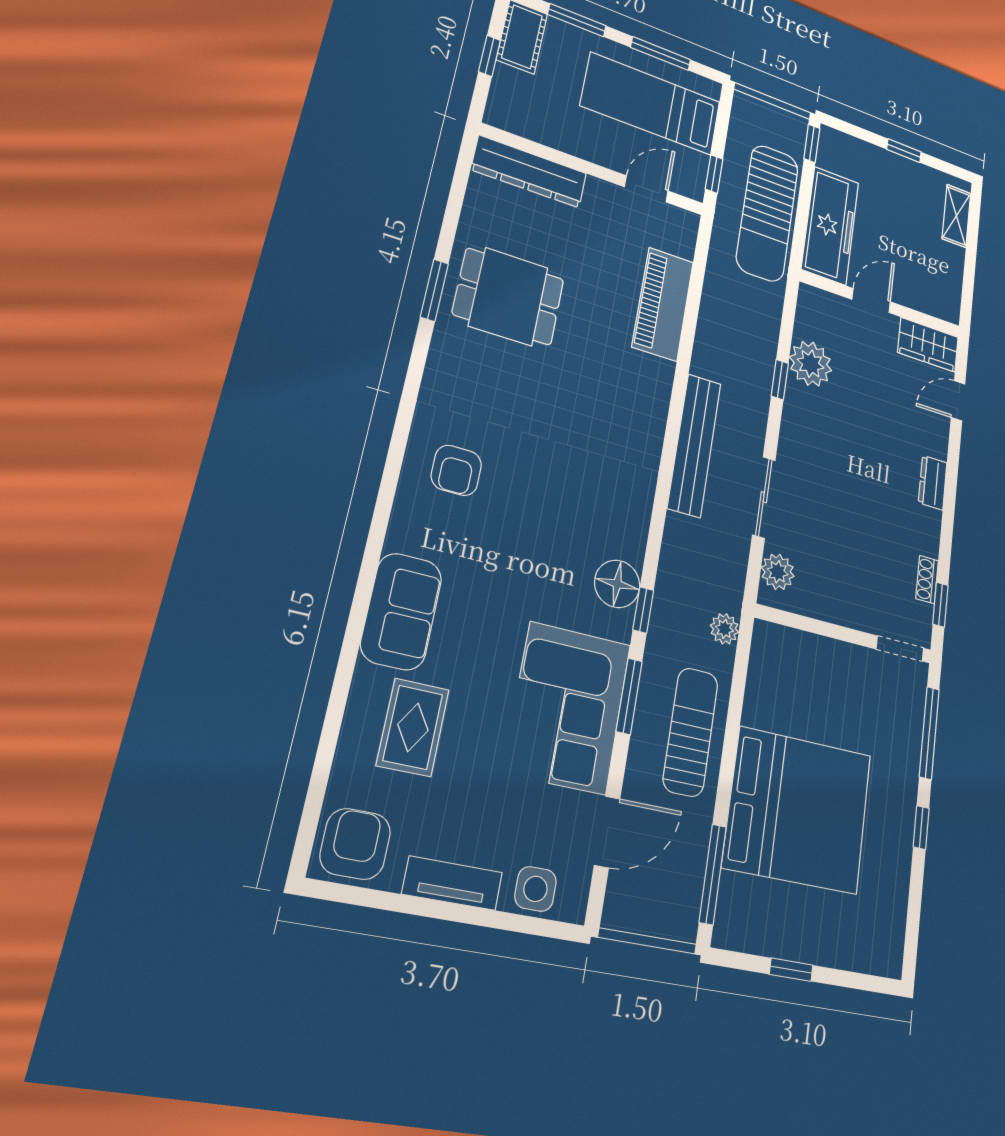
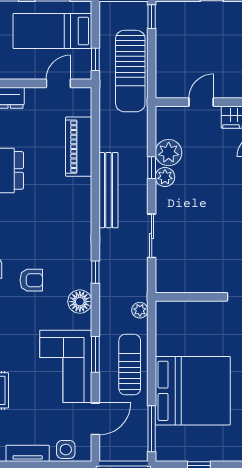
freezer: (830, 226) -> (170, 65), removed
bench: (694, 445) -> (108, 190), moved
armchair: (532, 518) -> (31, 280), added
plant: (778, 572) -> (165, 177), moved
window: (643, 610) -> (95, 272), moved

